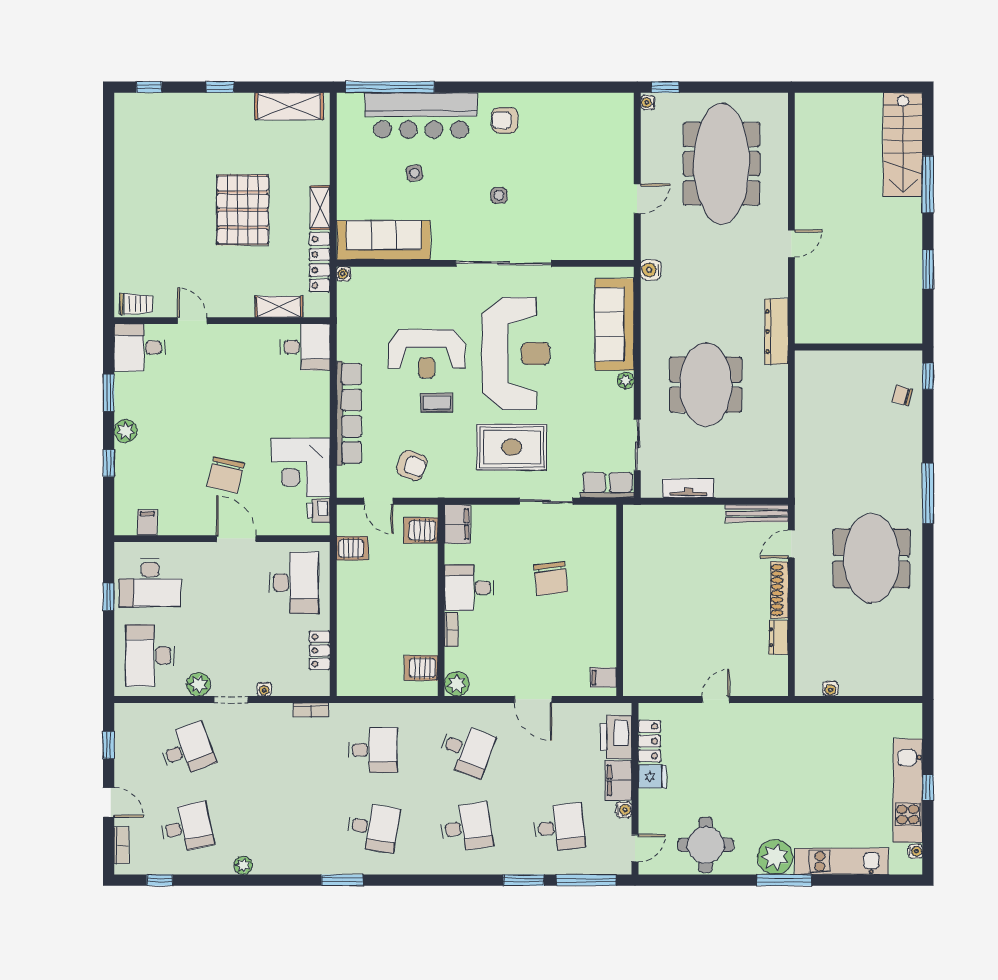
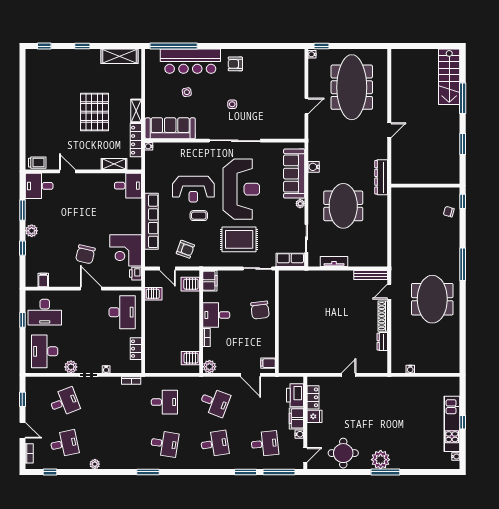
water cooler: (651, 270) -> (314, 167), moved
wall: (620, 600) -> (277, 322), moved
filing cabinet: (603, 677) -> (268, 363), moved
kitchen unit: (841, 861) -> (416, 462), removed

